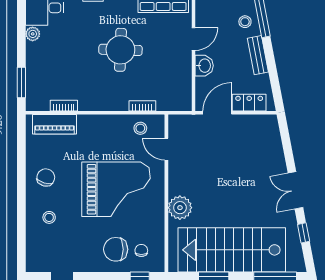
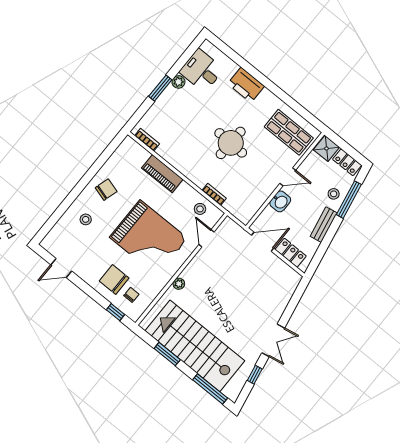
window: (21, 83) -> (160, 88), moved
bookcase: (64, 106) -> (147, 140), moved
piano: (54, 124) -> (162, 174), moved
double door: (295, 190) -> (273, 340), swing flipped
plant: (180, 208) -> (179, 284), width x0.53, depth x0.53

